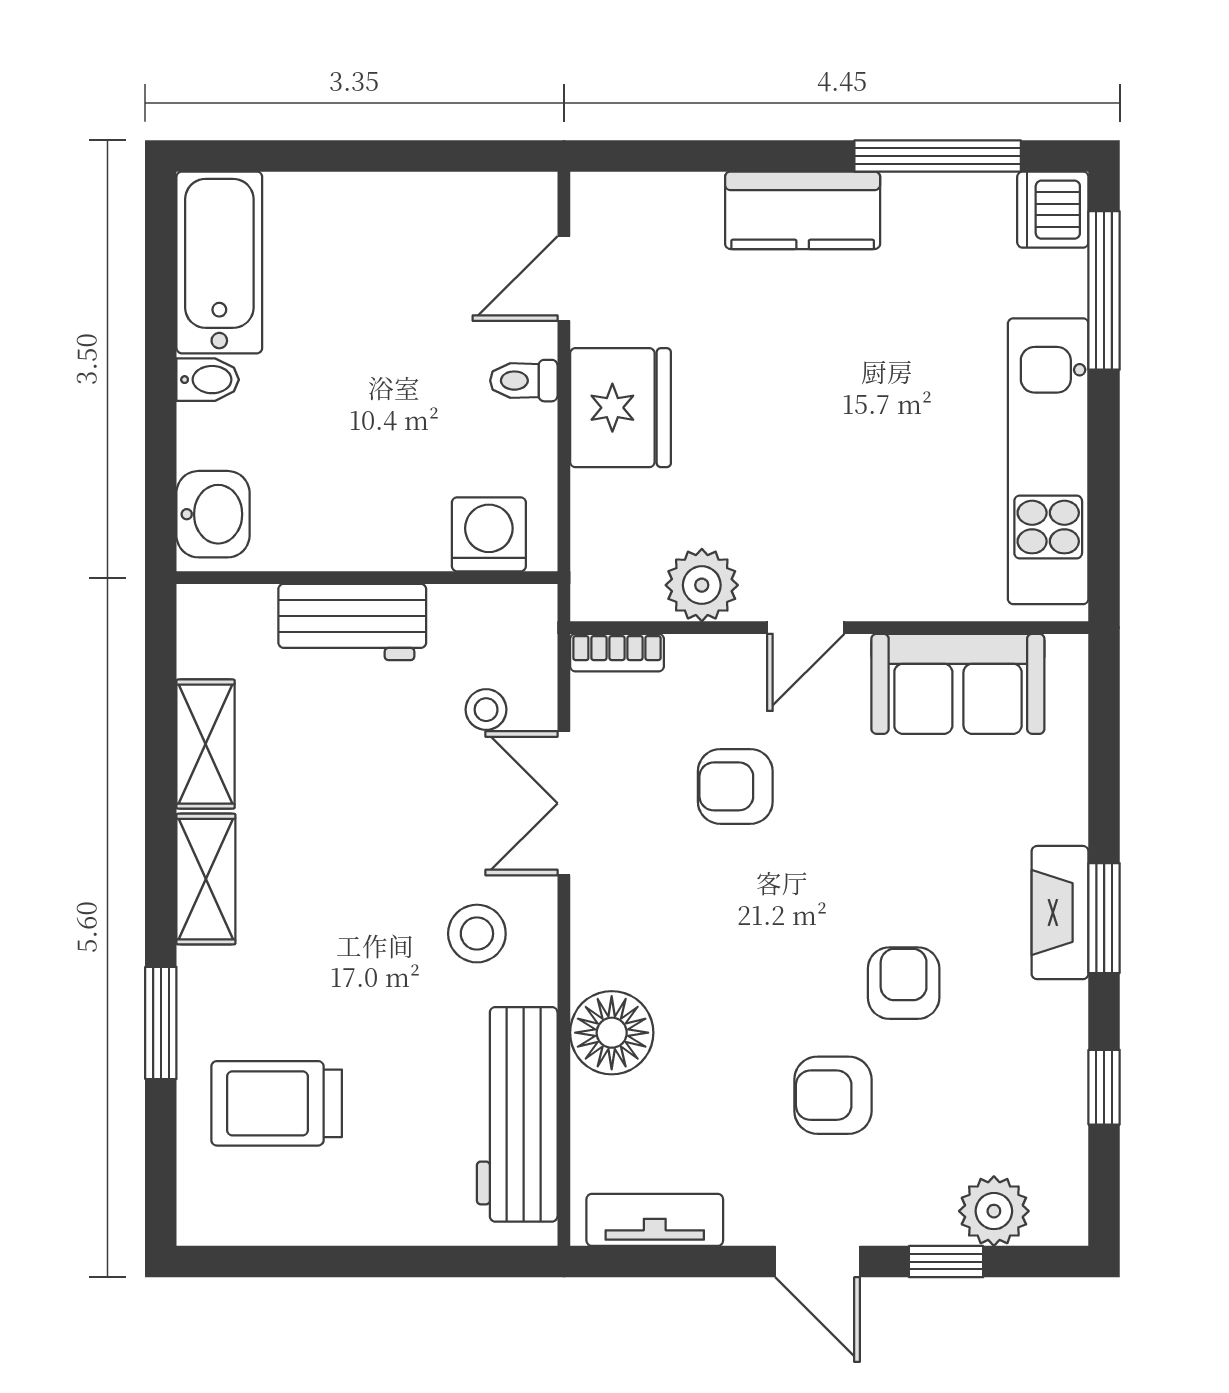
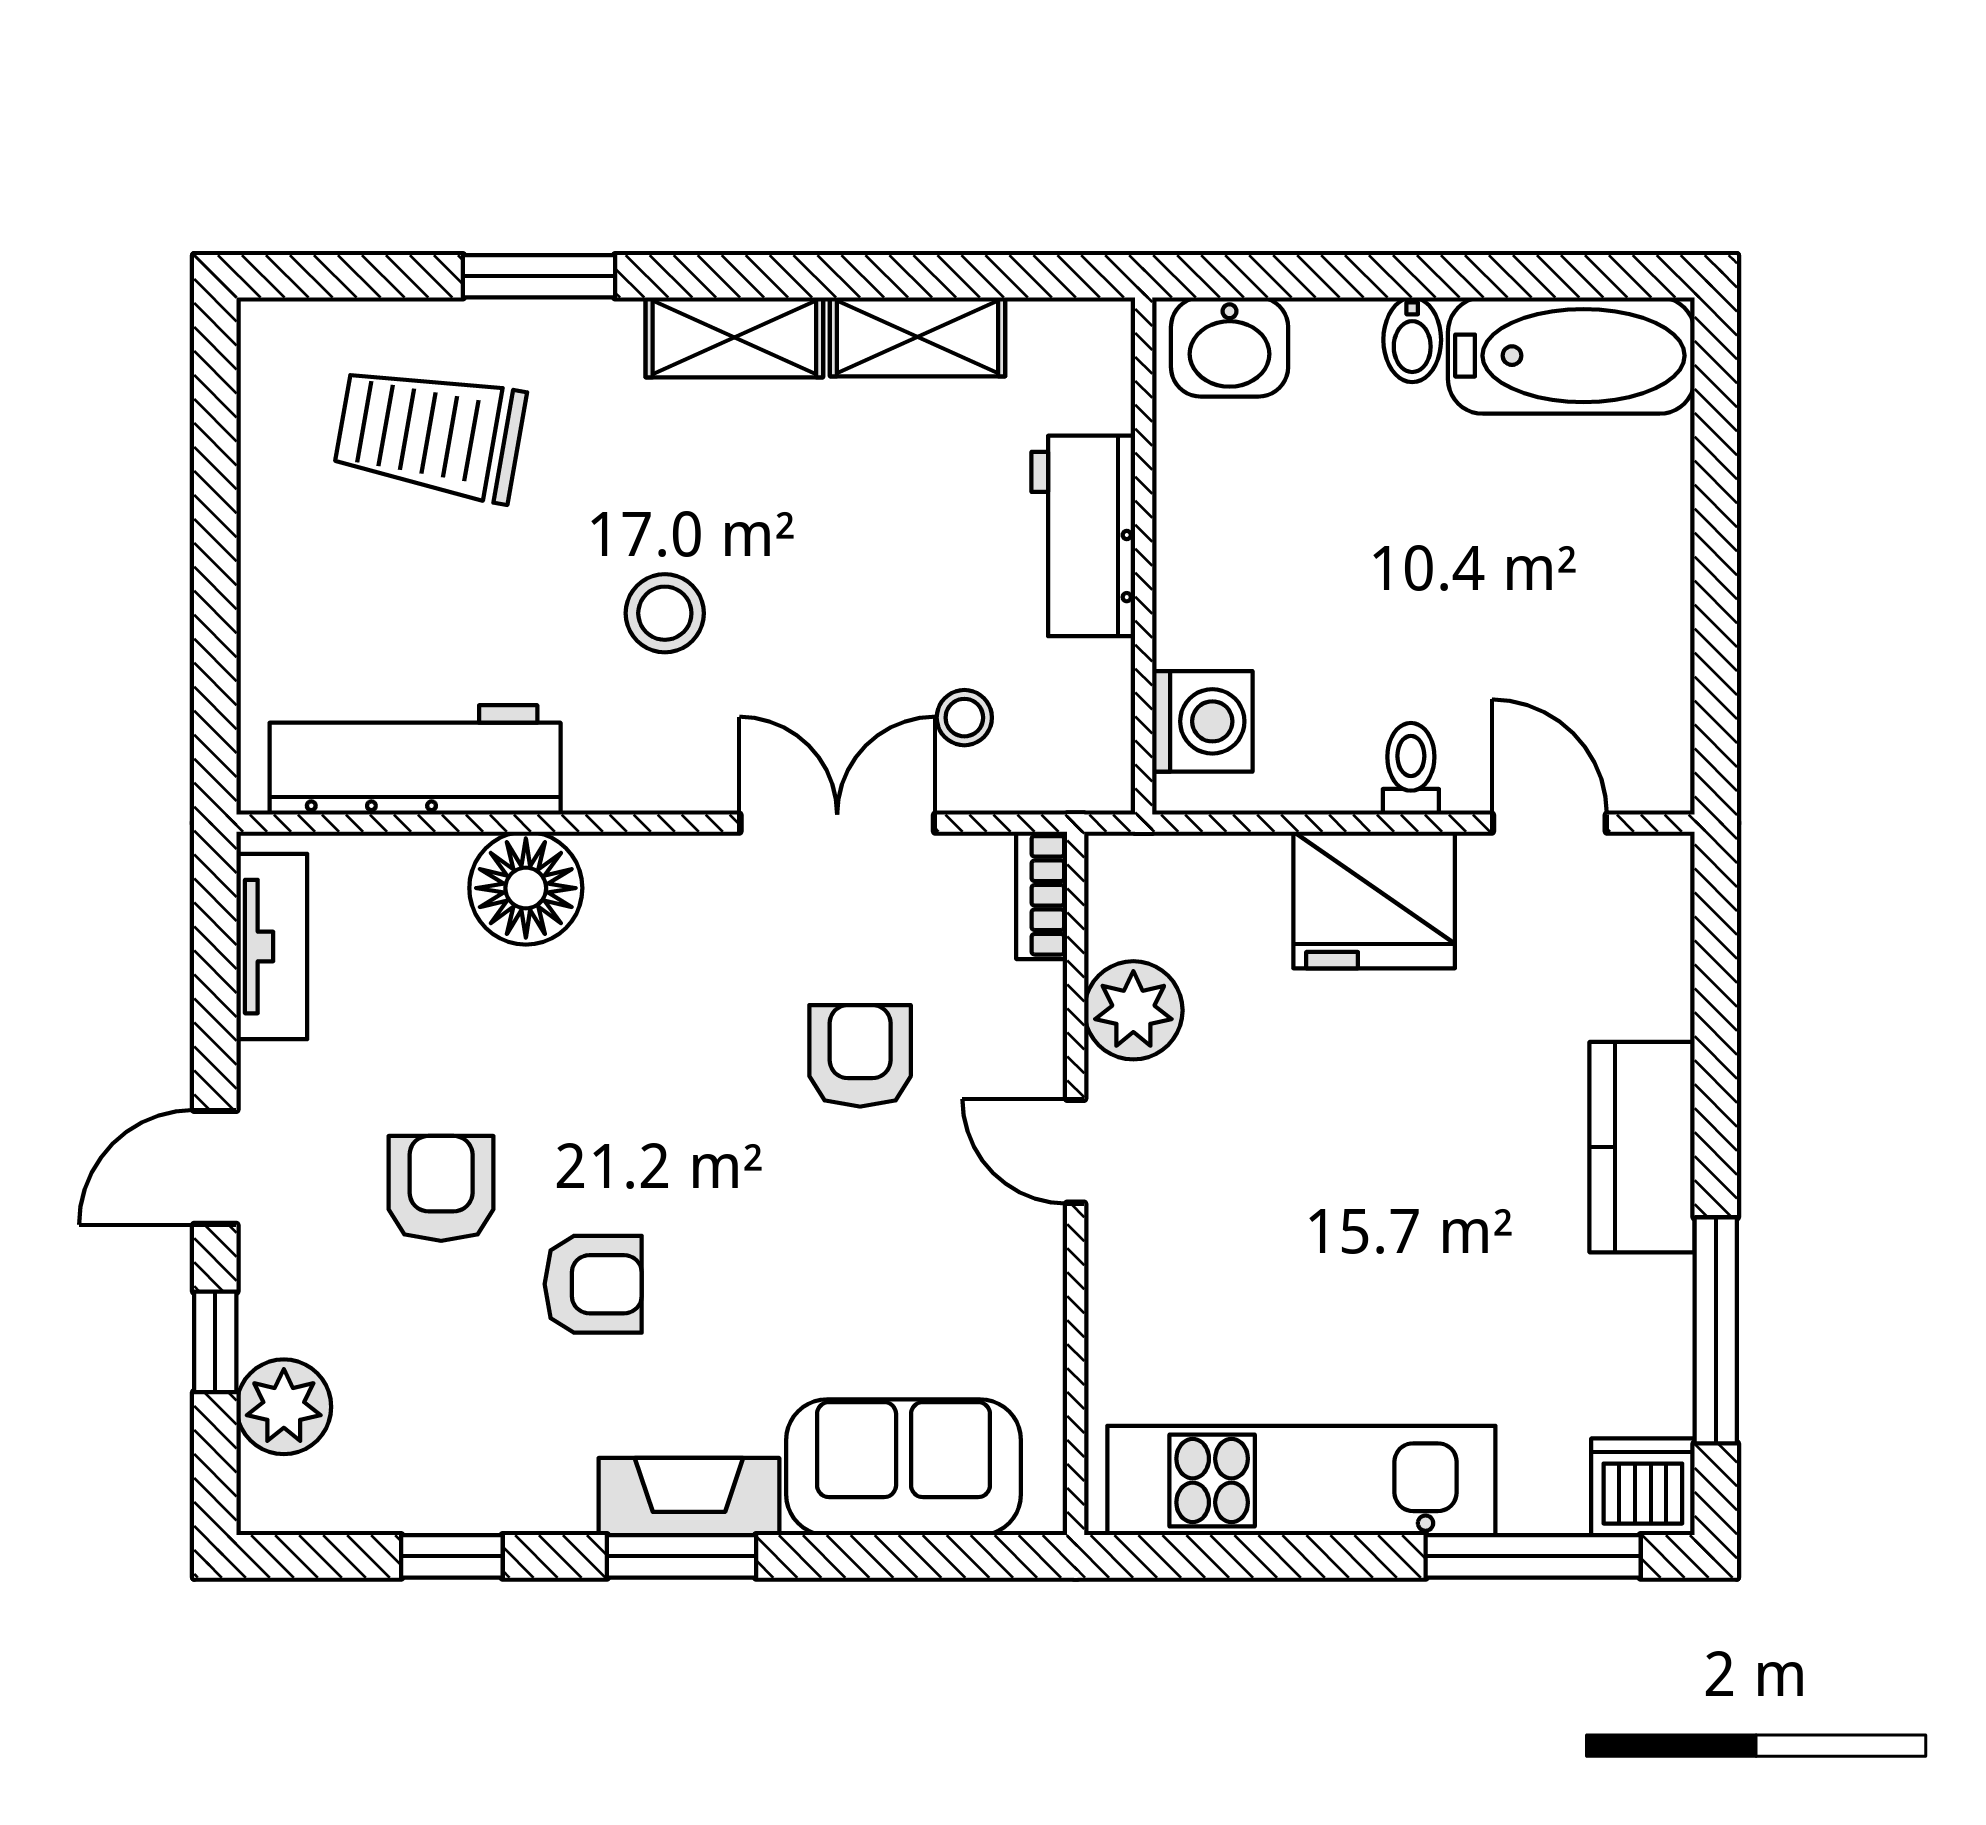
sofa: (958, 684) -> (904, 1467), moved, turned 90
stool: (477, 934) -> (665, 613), moved
trolley: (277, 1103) -> (430, 433), turned -80

